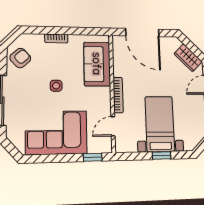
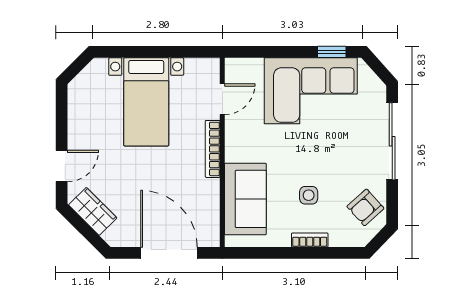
side table: (56, 86) -> (309, 195), moved
window: (162, 155) -> (146, 52), removed
window: (93, 157) -> (332, 52), moved

